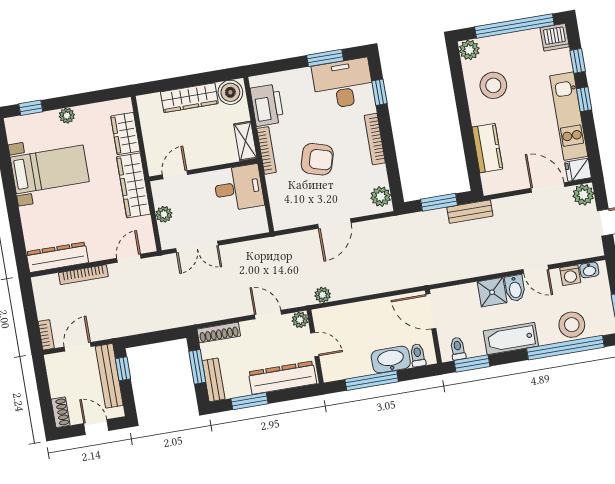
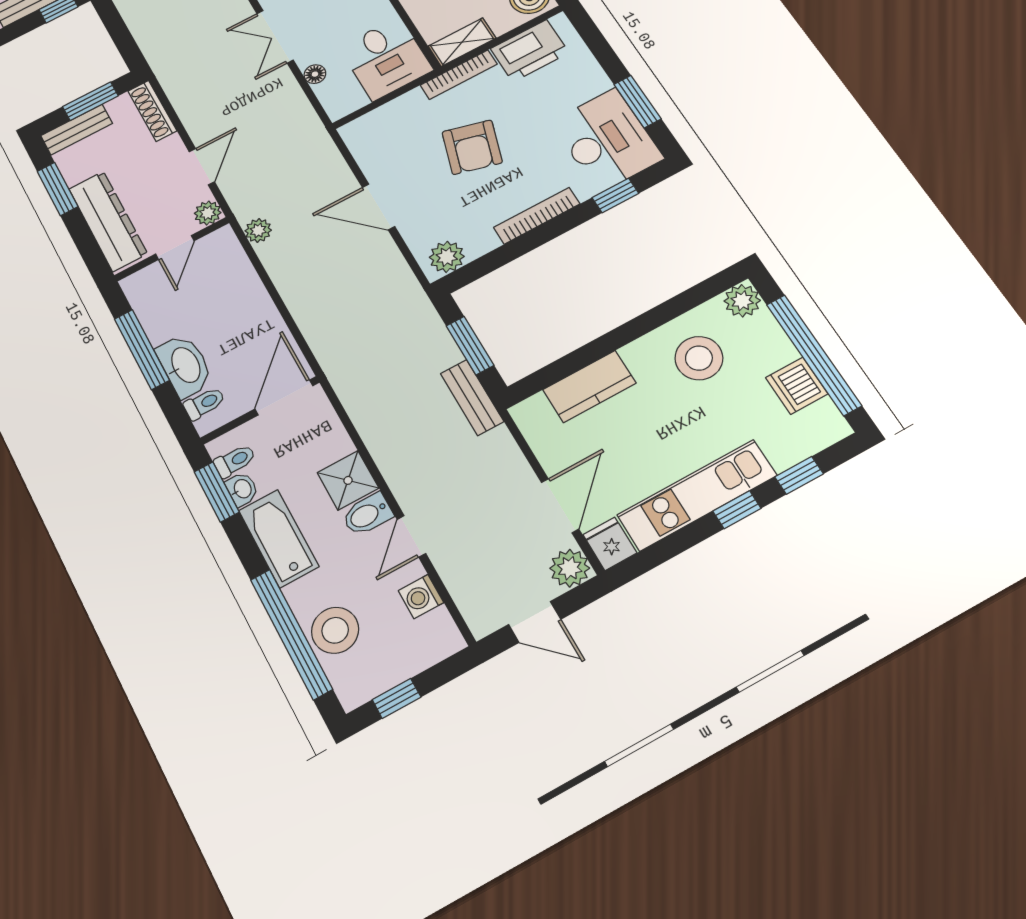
dishwasher: (555, 37) -> (797, 386), moved
floor lamp: (232, 232) -> (315, 74), added
washbasin: (589, 270) -> (242, 489), moved, turned 180

